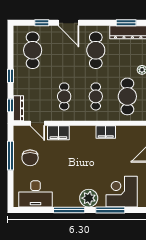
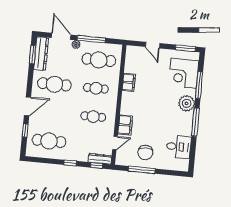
chair: (30, 158) -> (145, 153), turned 90
desk: (35, 194) -> (179, 147), width x0.73

